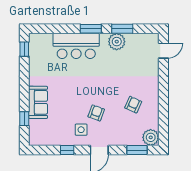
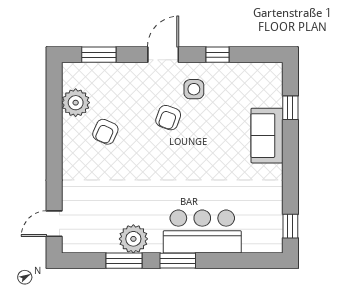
plant: (151, 137) -> (76, 103), moved

